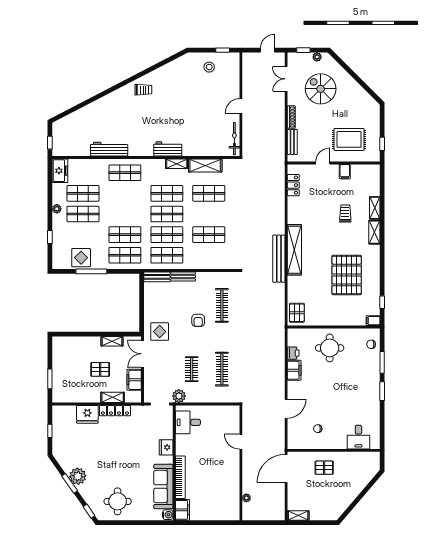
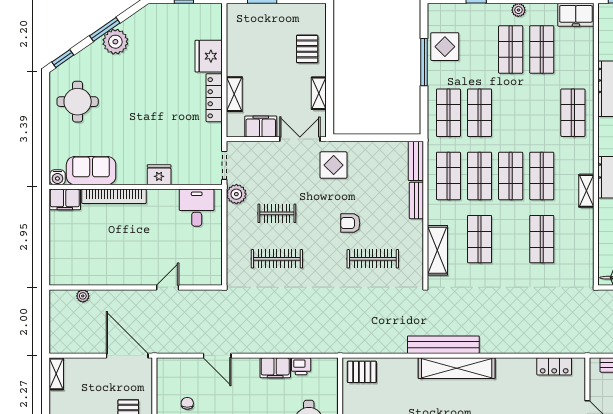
shelving: (205, 165) -> (437, 250), moved
pallet: (100, 369) -> (307, 49), moved
sofa: (163, 486) -> (91, 171), width x0.73

